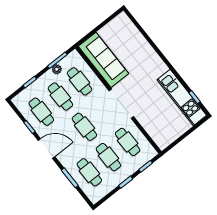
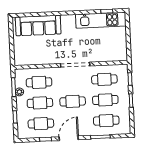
sofa: (103, 60) -> (38, 26), moved, turned 180

